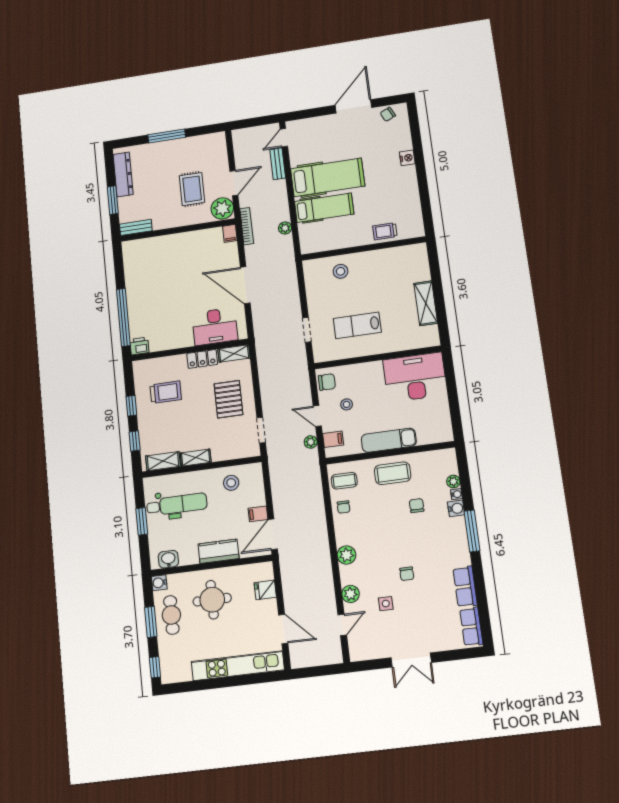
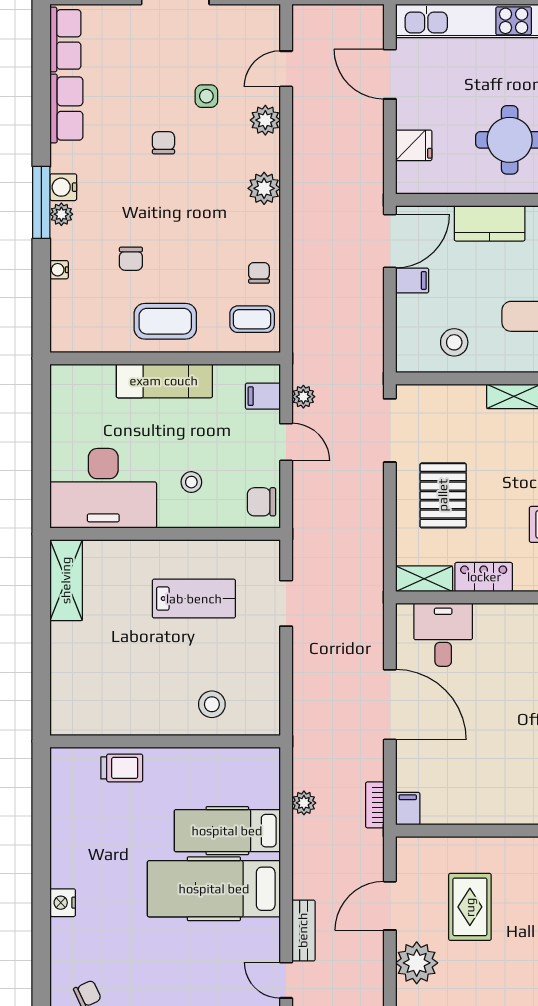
door: (284, 138) -> (286, 980), swing flipped
plant: (222, 208) -> (417, 963), moved
bookcase: (247, 226) -> (375, 805), width x0.64
shelving: (426, 303) -> (66, 580), moved
desk: (215, 326) -> (443, 635), width x0.73
stool: (347, 404) -> (191, 482), moved
doorway: (261, 430) -> (390, 430), width x1.38
plant: (453, 482) -> (61, 214), moved
water cooler: (456, 508) -> (63, 187), moved

